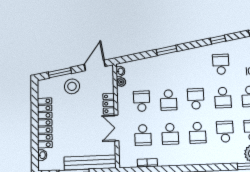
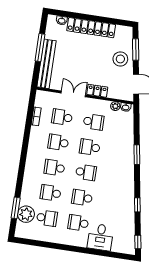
school desk: (221, 64) -> (114, 202), removed
school desk: (225, 132) -> (51, 193), turned 180

